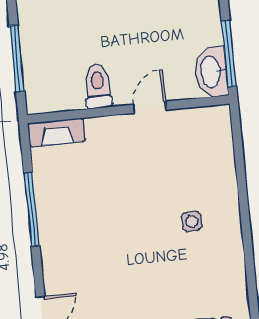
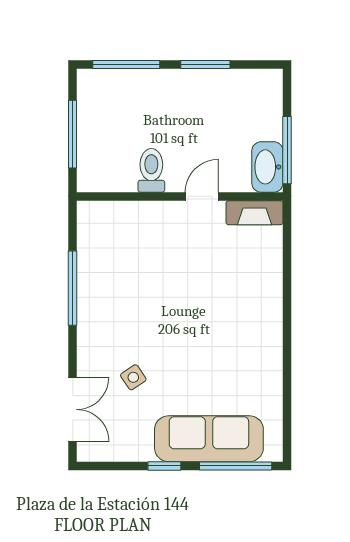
fireplace: (57, 132) -> (254, 213), moved
side table: (192, 221) -> (133, 377), moved, turned -34

